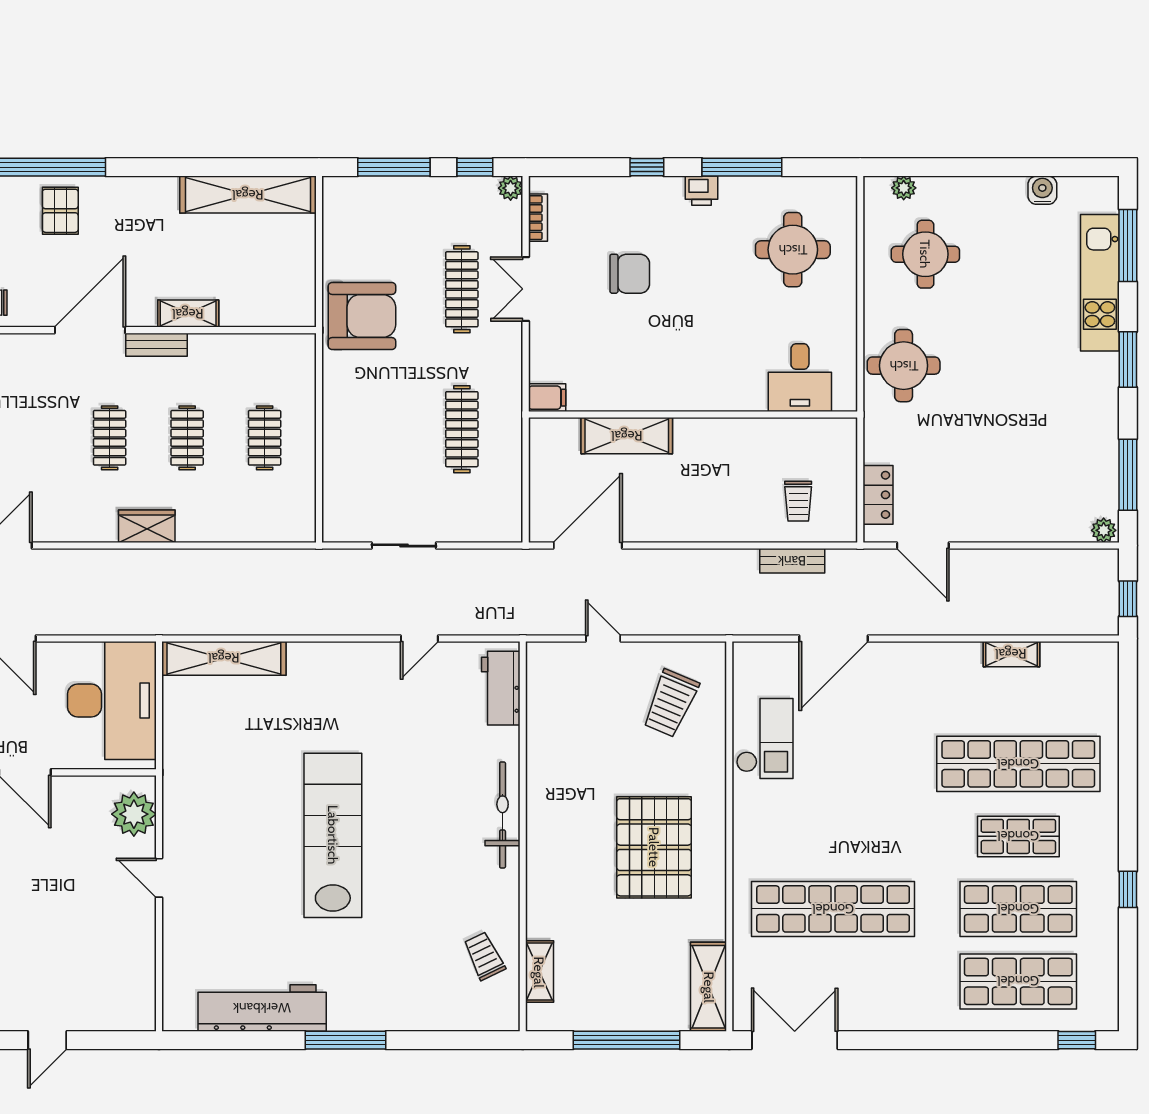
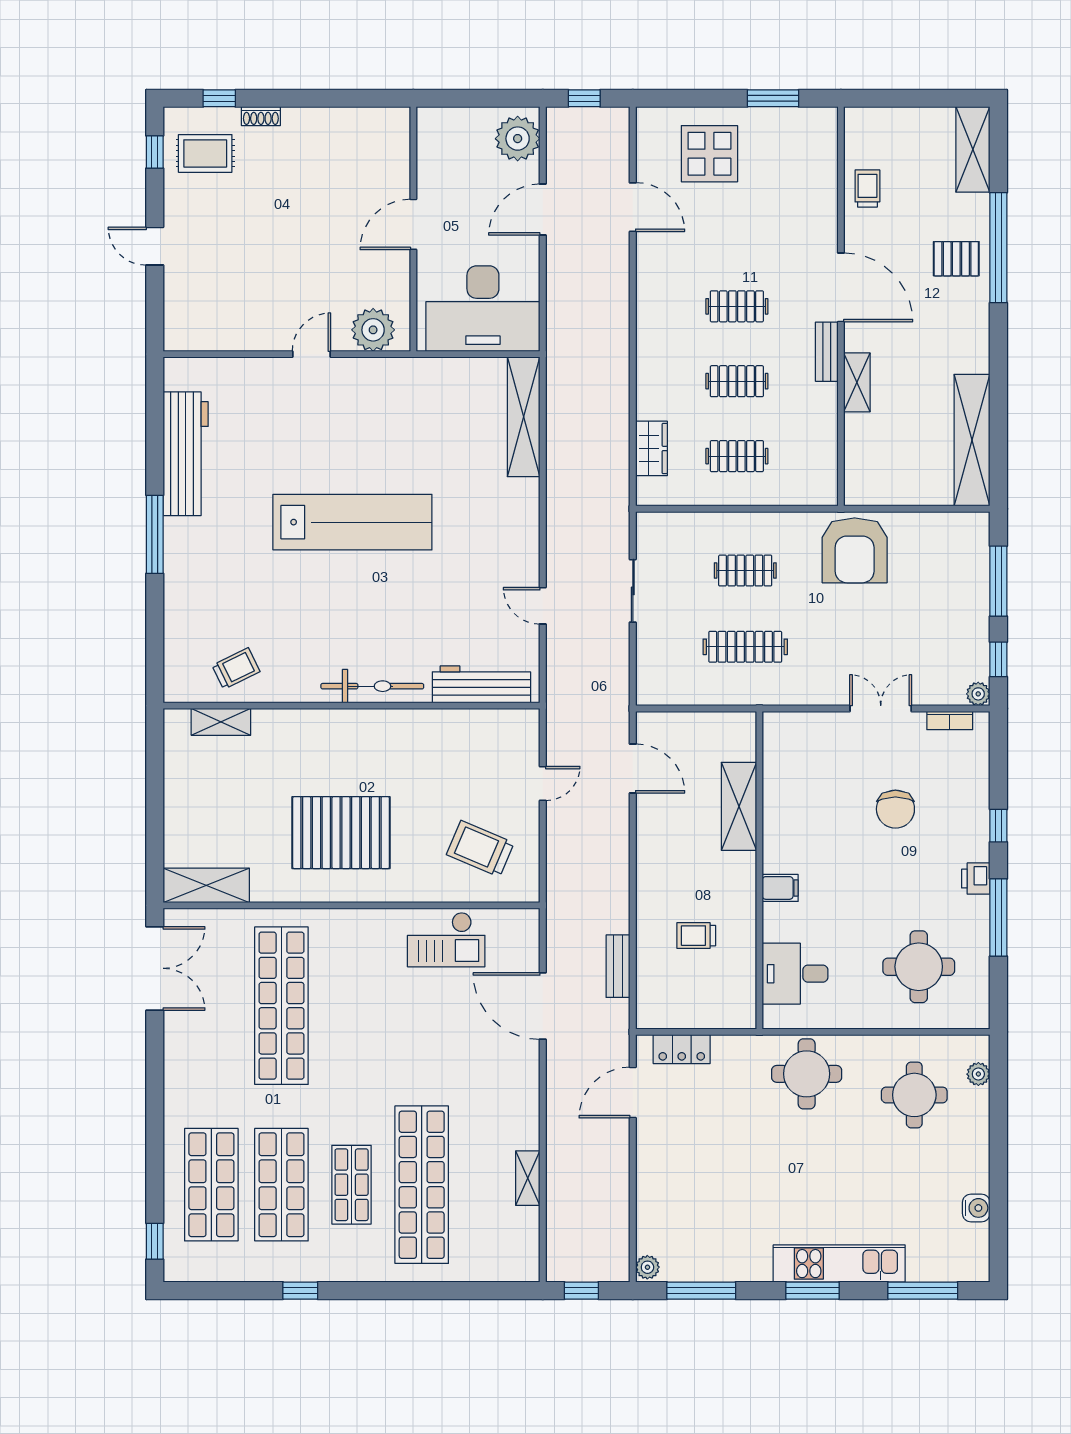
kitchen unit: (1100, 283) -> (839, 1264), moved
clothes rail: (462, 289) -> (745, 571), moved, width x0.73
filing cabinet: (547, 398) -> (780, 888), moved, turned -90
trolley: (798, 501) -> (696, 936), moved
wardrobe: (147, 526) -> (651, 448), moved
door: (588, 545) -> (633, 769), width x0.73
workbench: (501, 688) -> (481, 684), width x1.38
window: (626, 1040) -> (155, 806), removed

